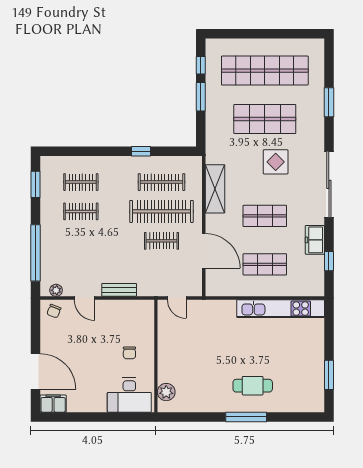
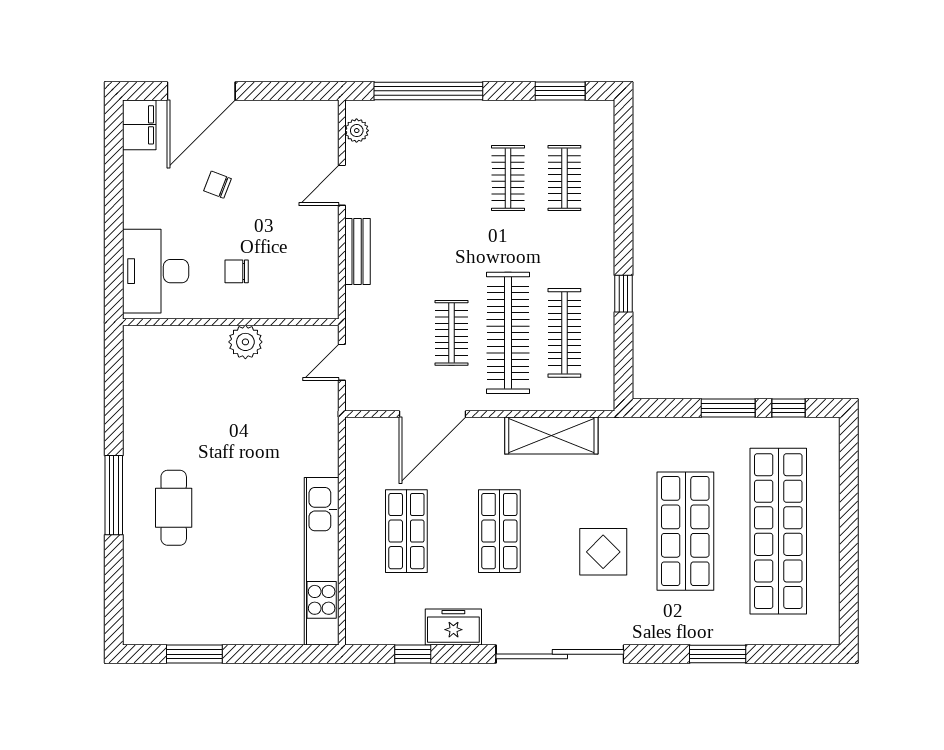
chair: (54, 311) -> (217, 185), moved
plant: (166, 392) -> (245, 342), moved

